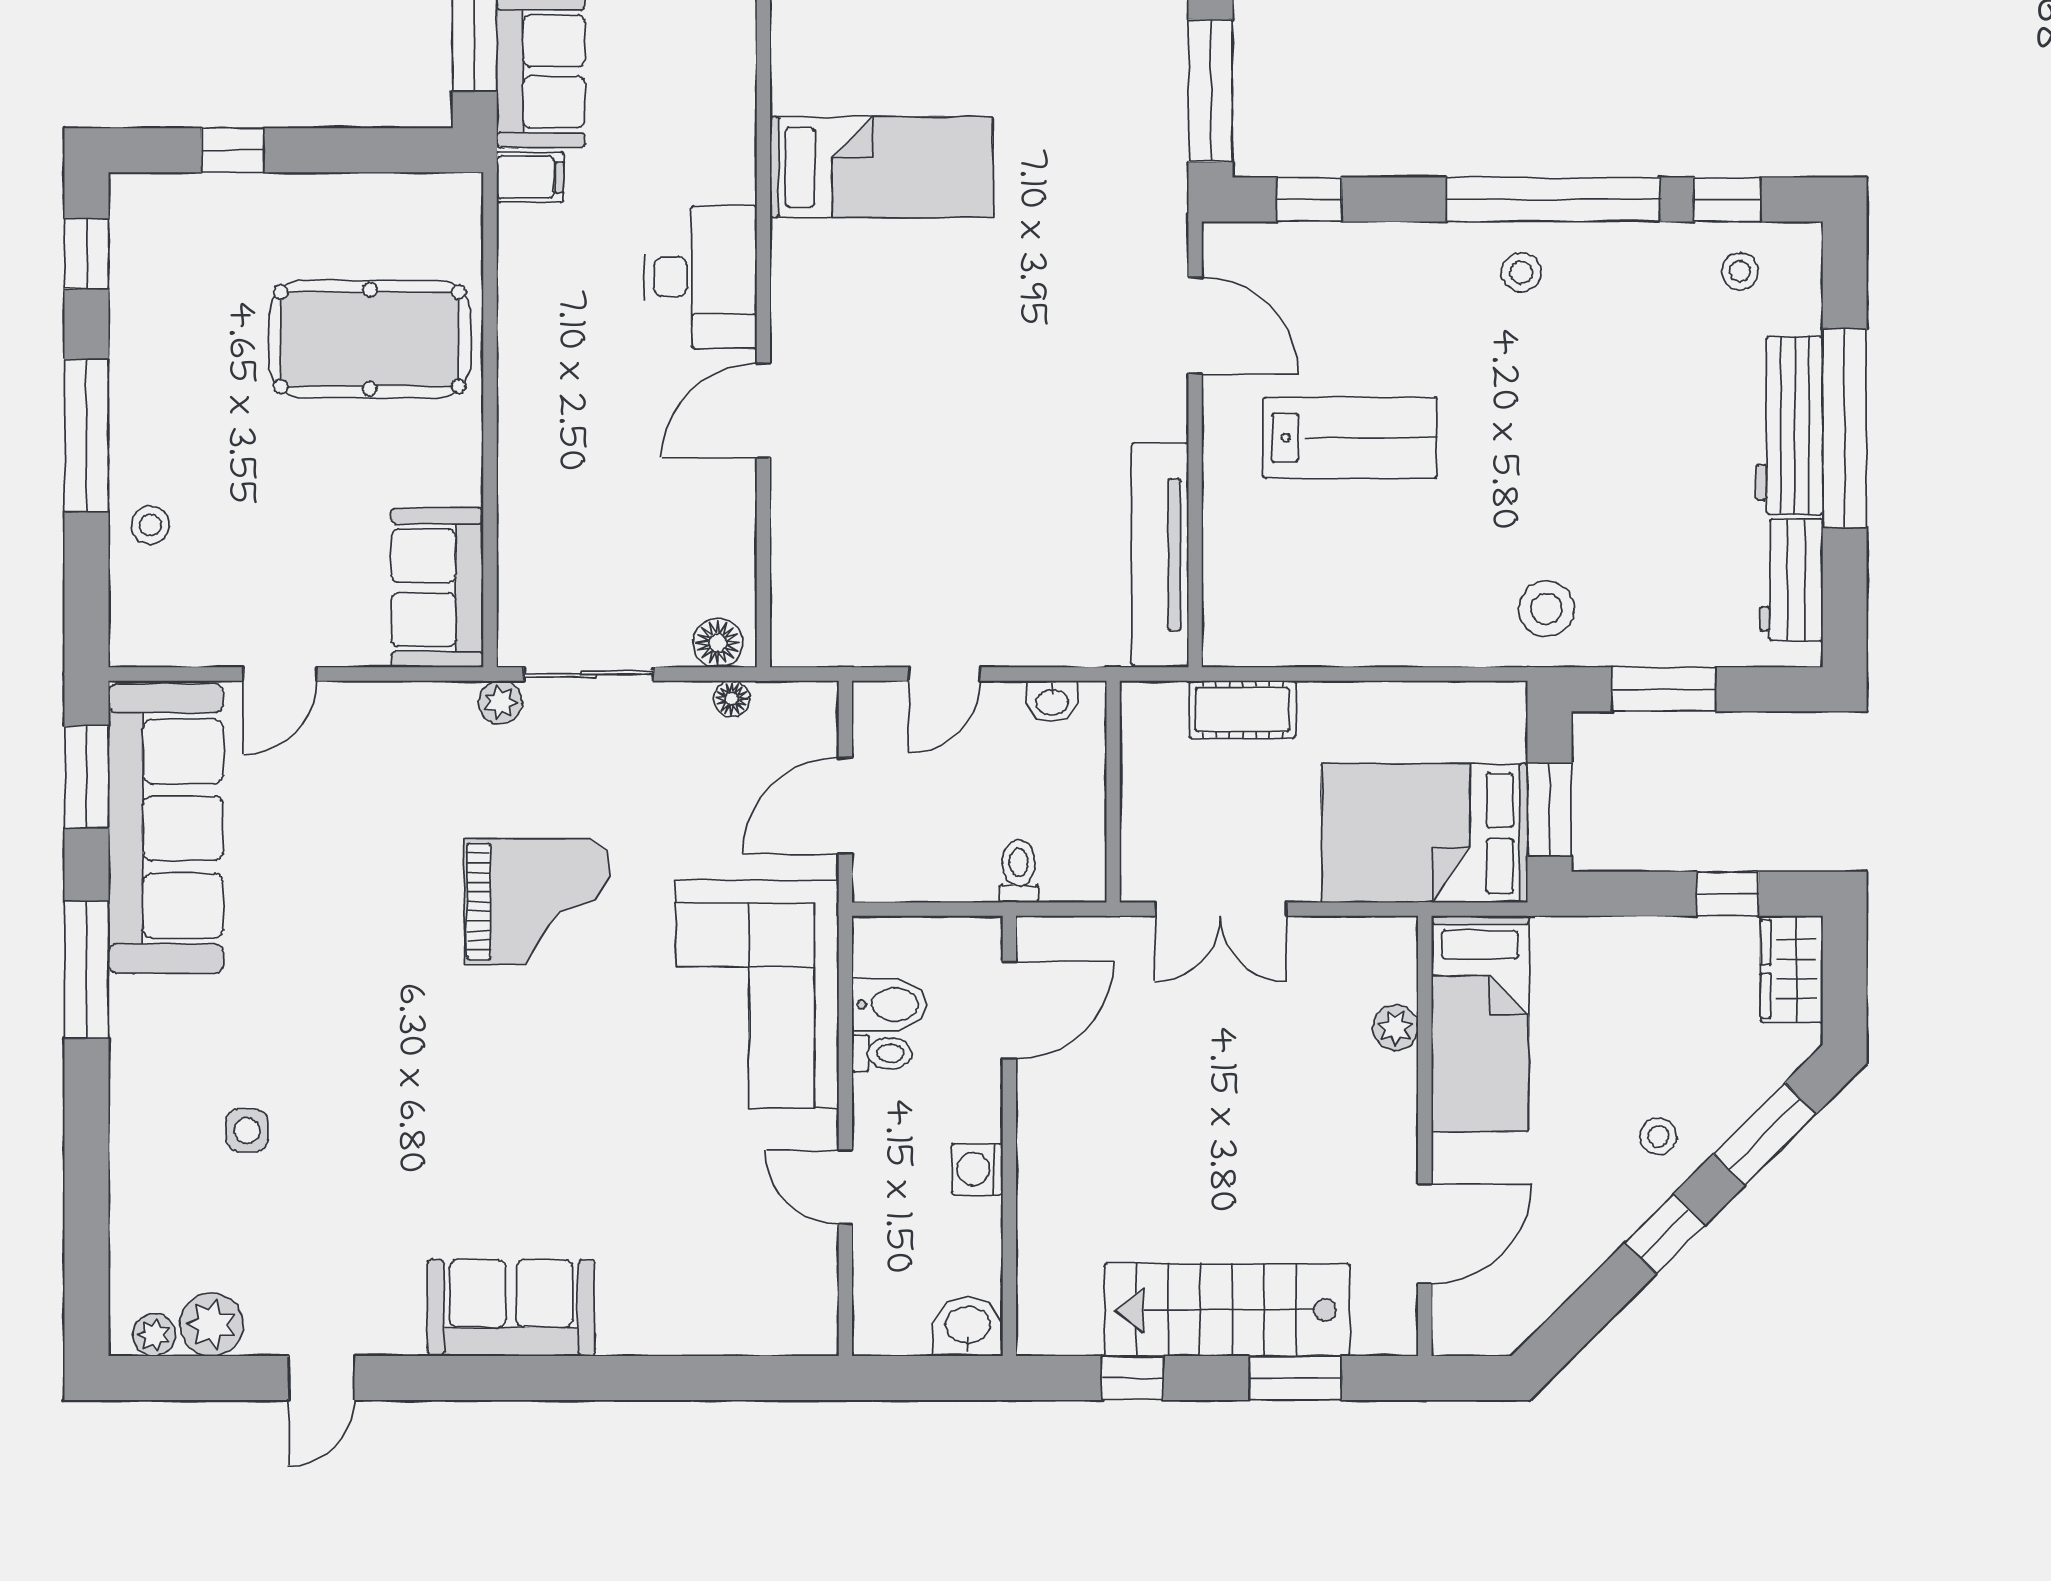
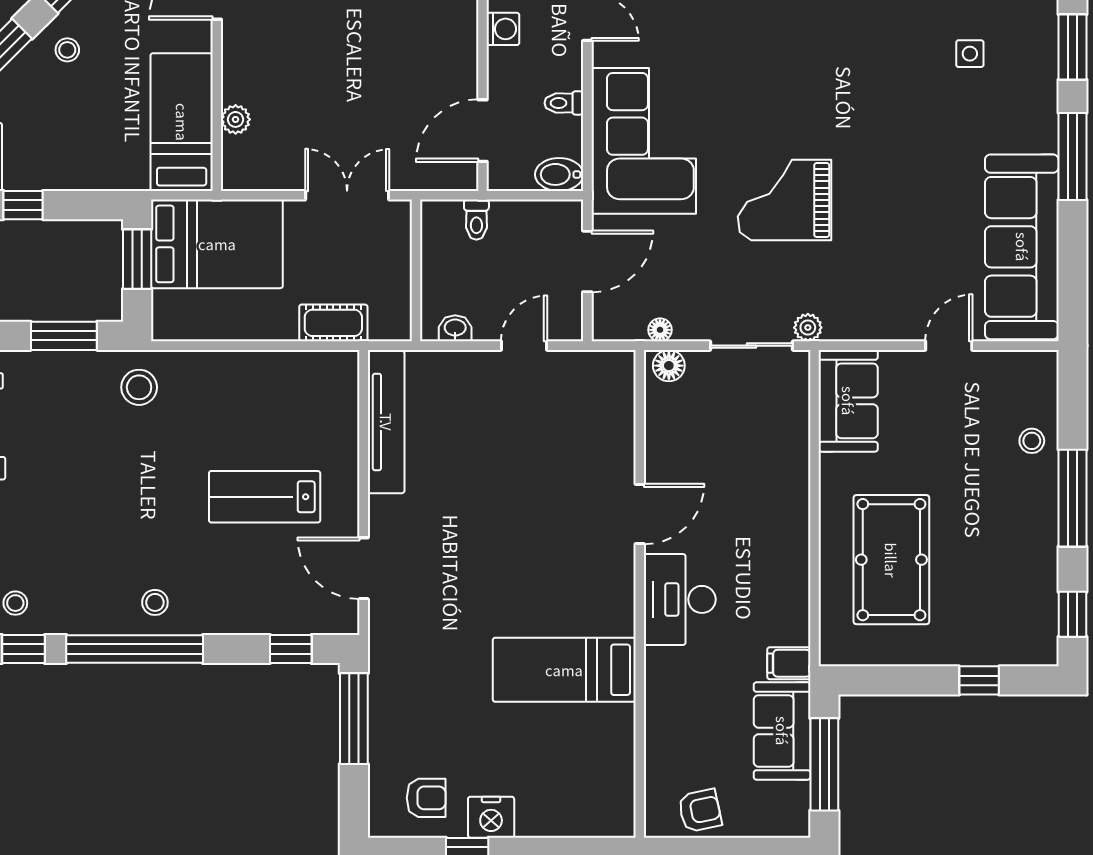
pool table: (370, 339) -> (891, 560), turned 90
window: (87, 777) -> (1072, 47), moved
bidet: (889, 1005) -> (559, 174), moved

